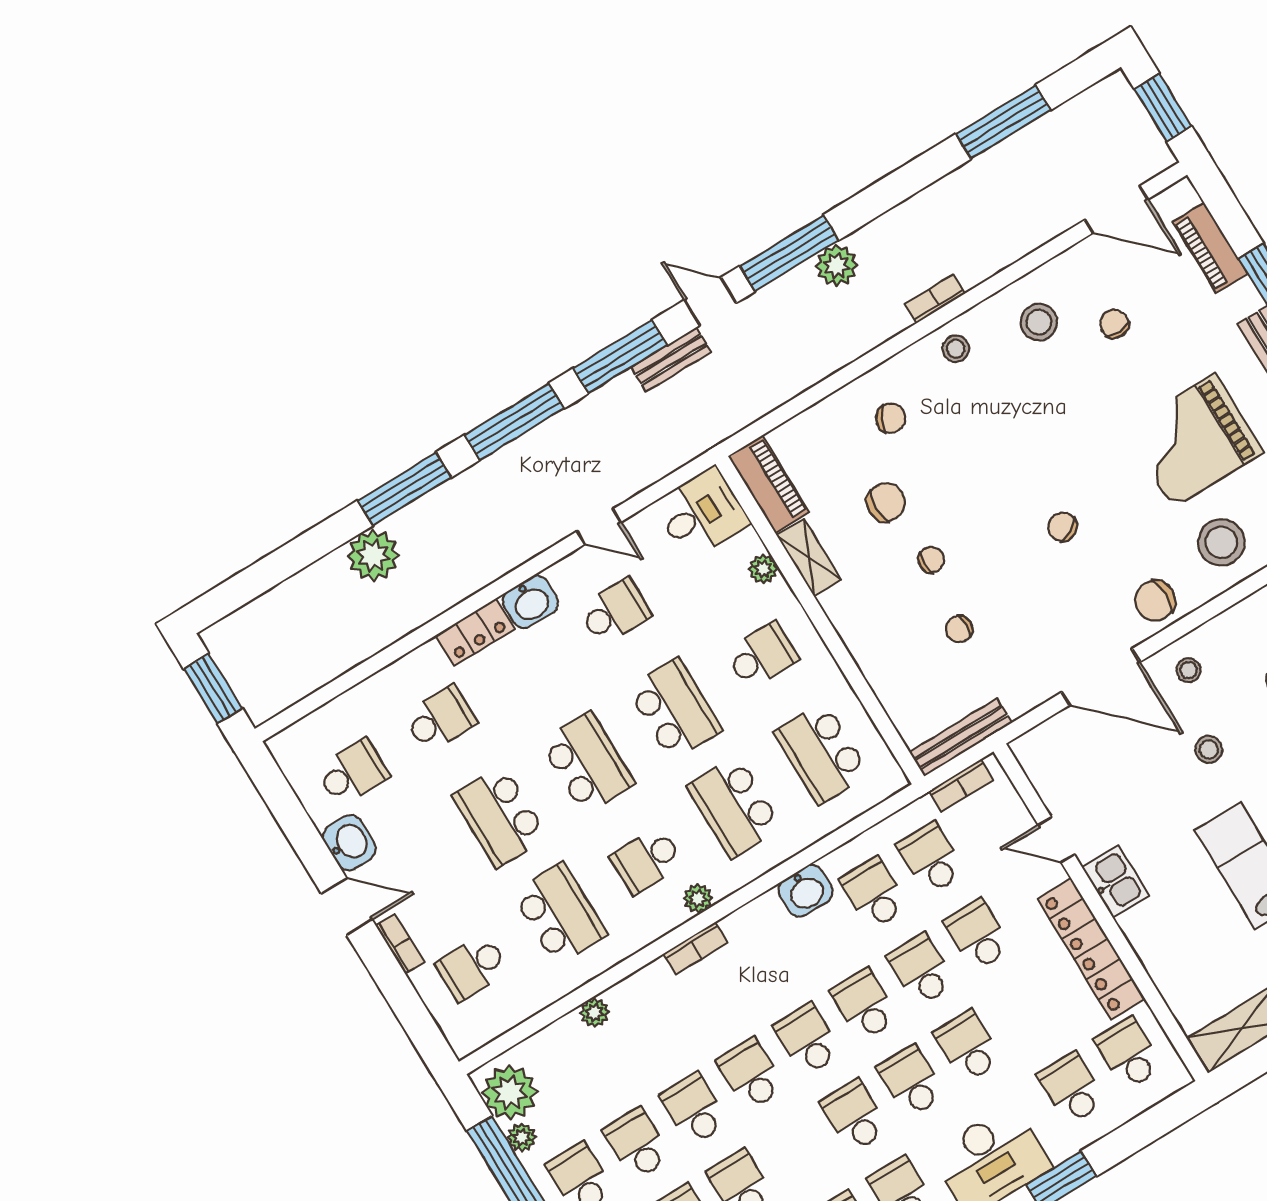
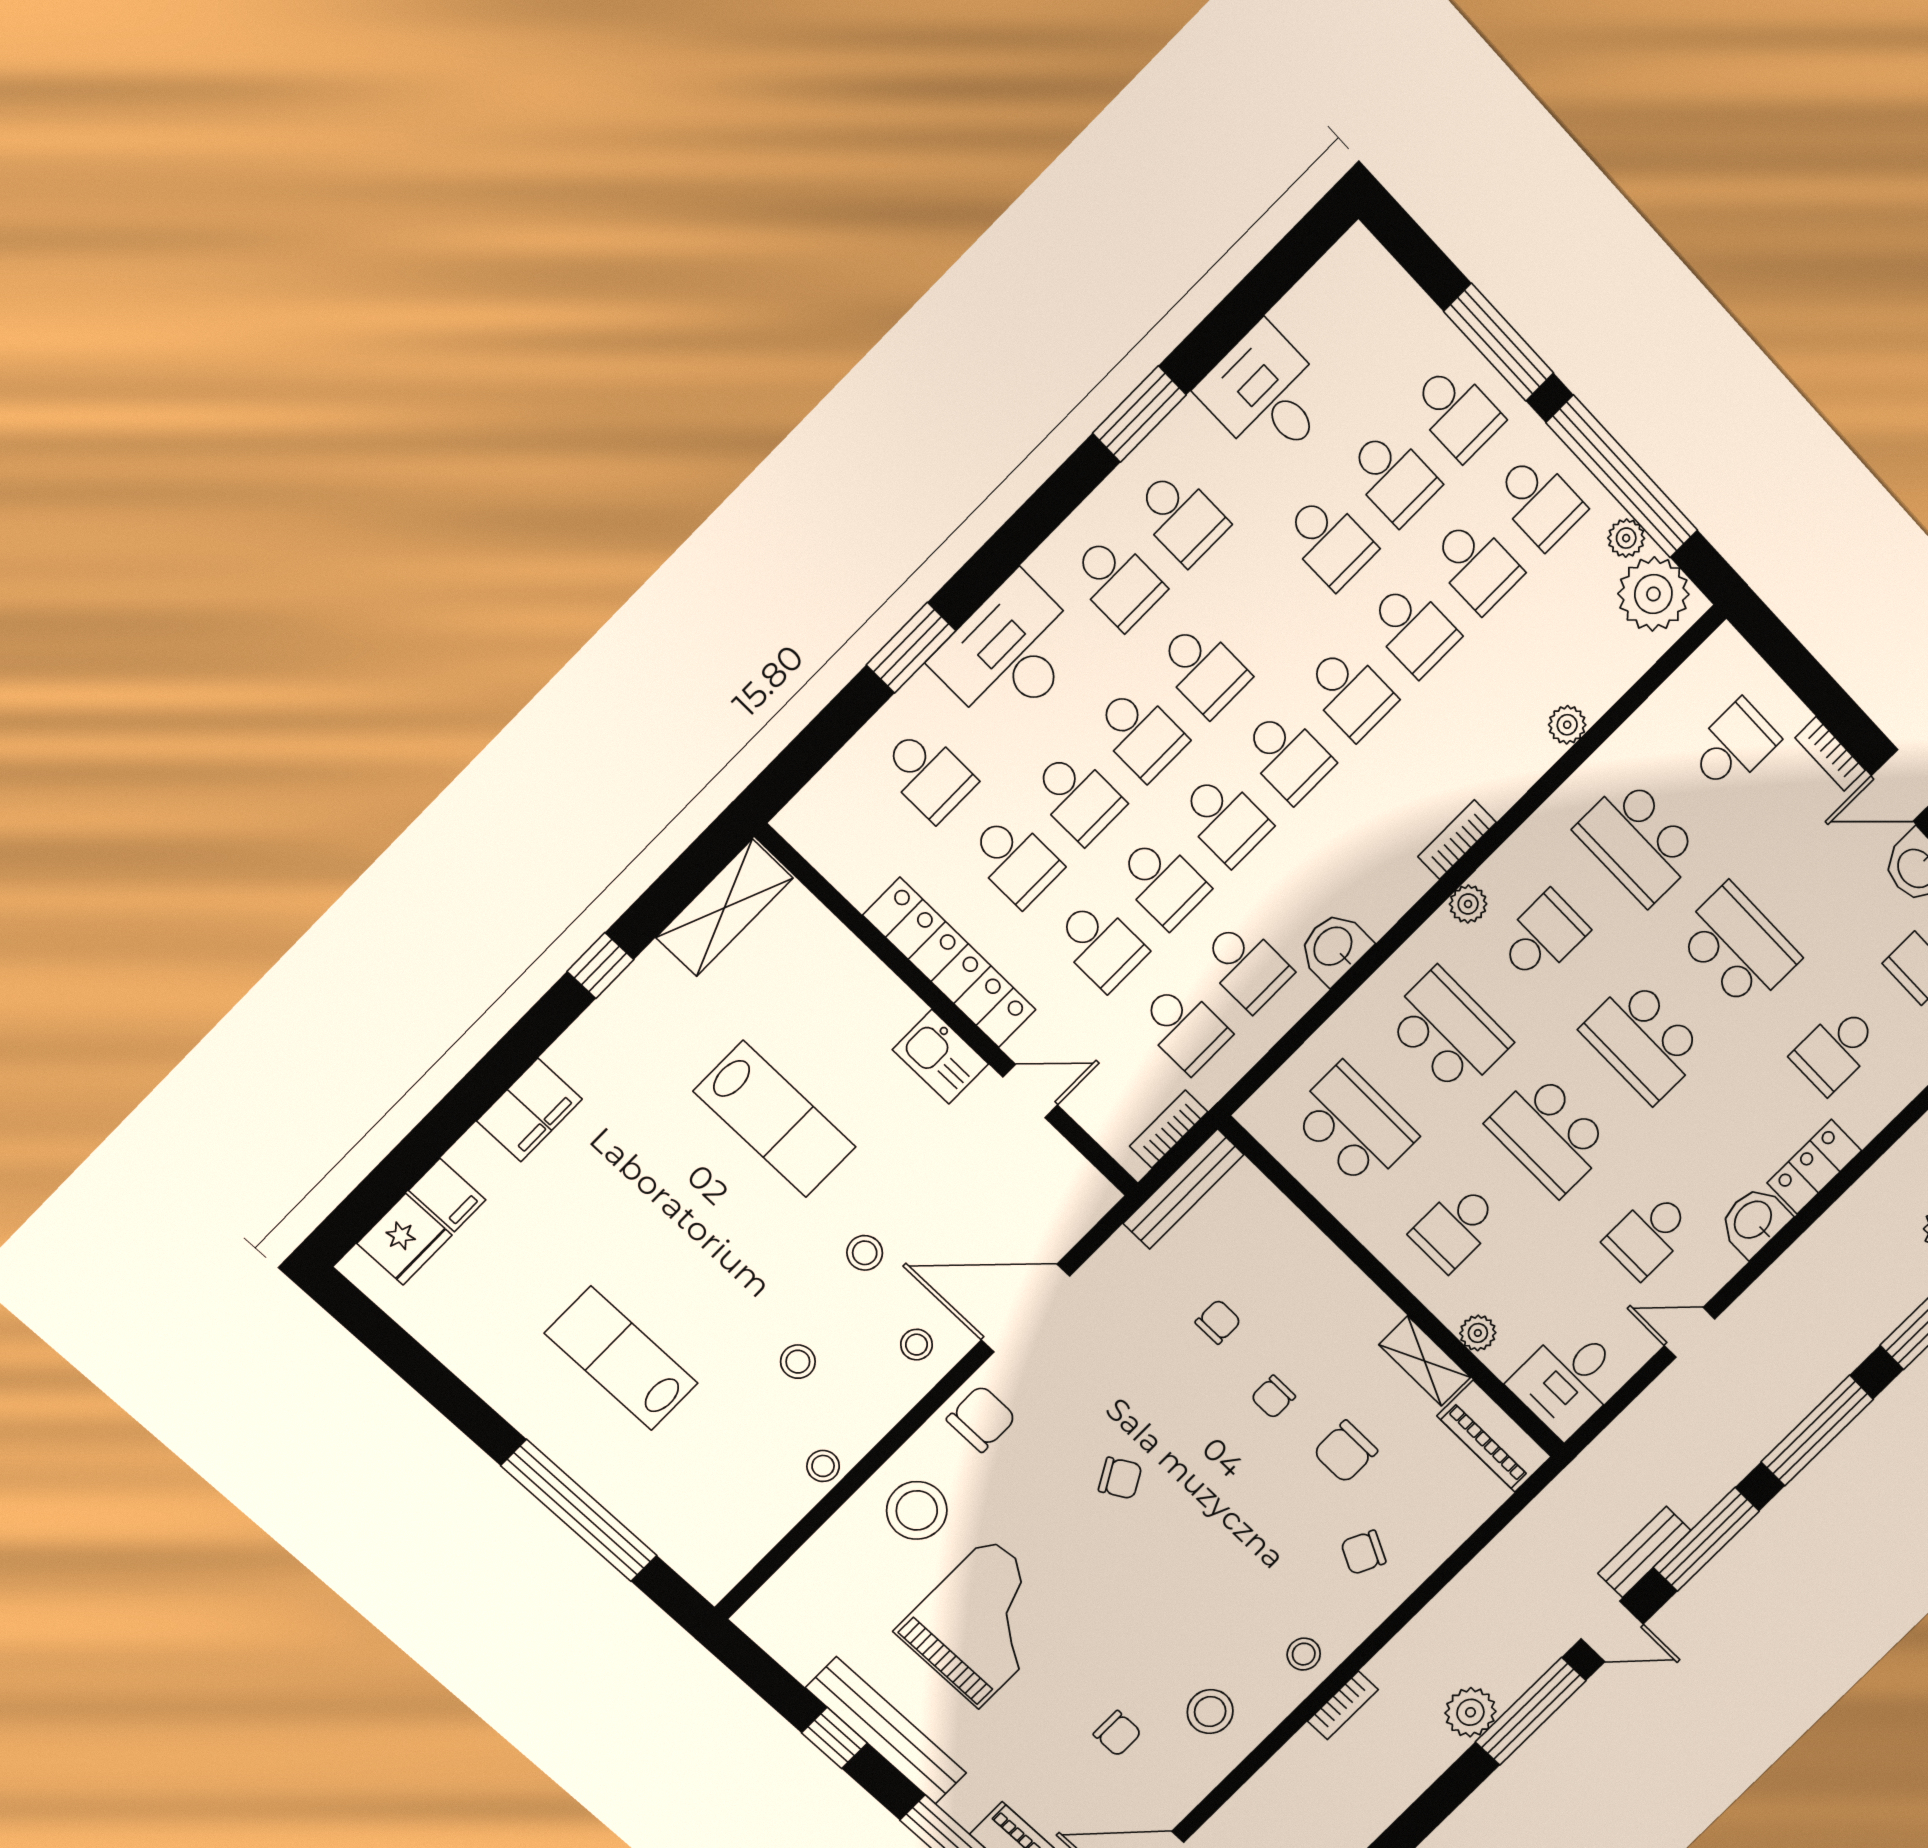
school desk: (1129, 1053) -> (1015, 860), moved

